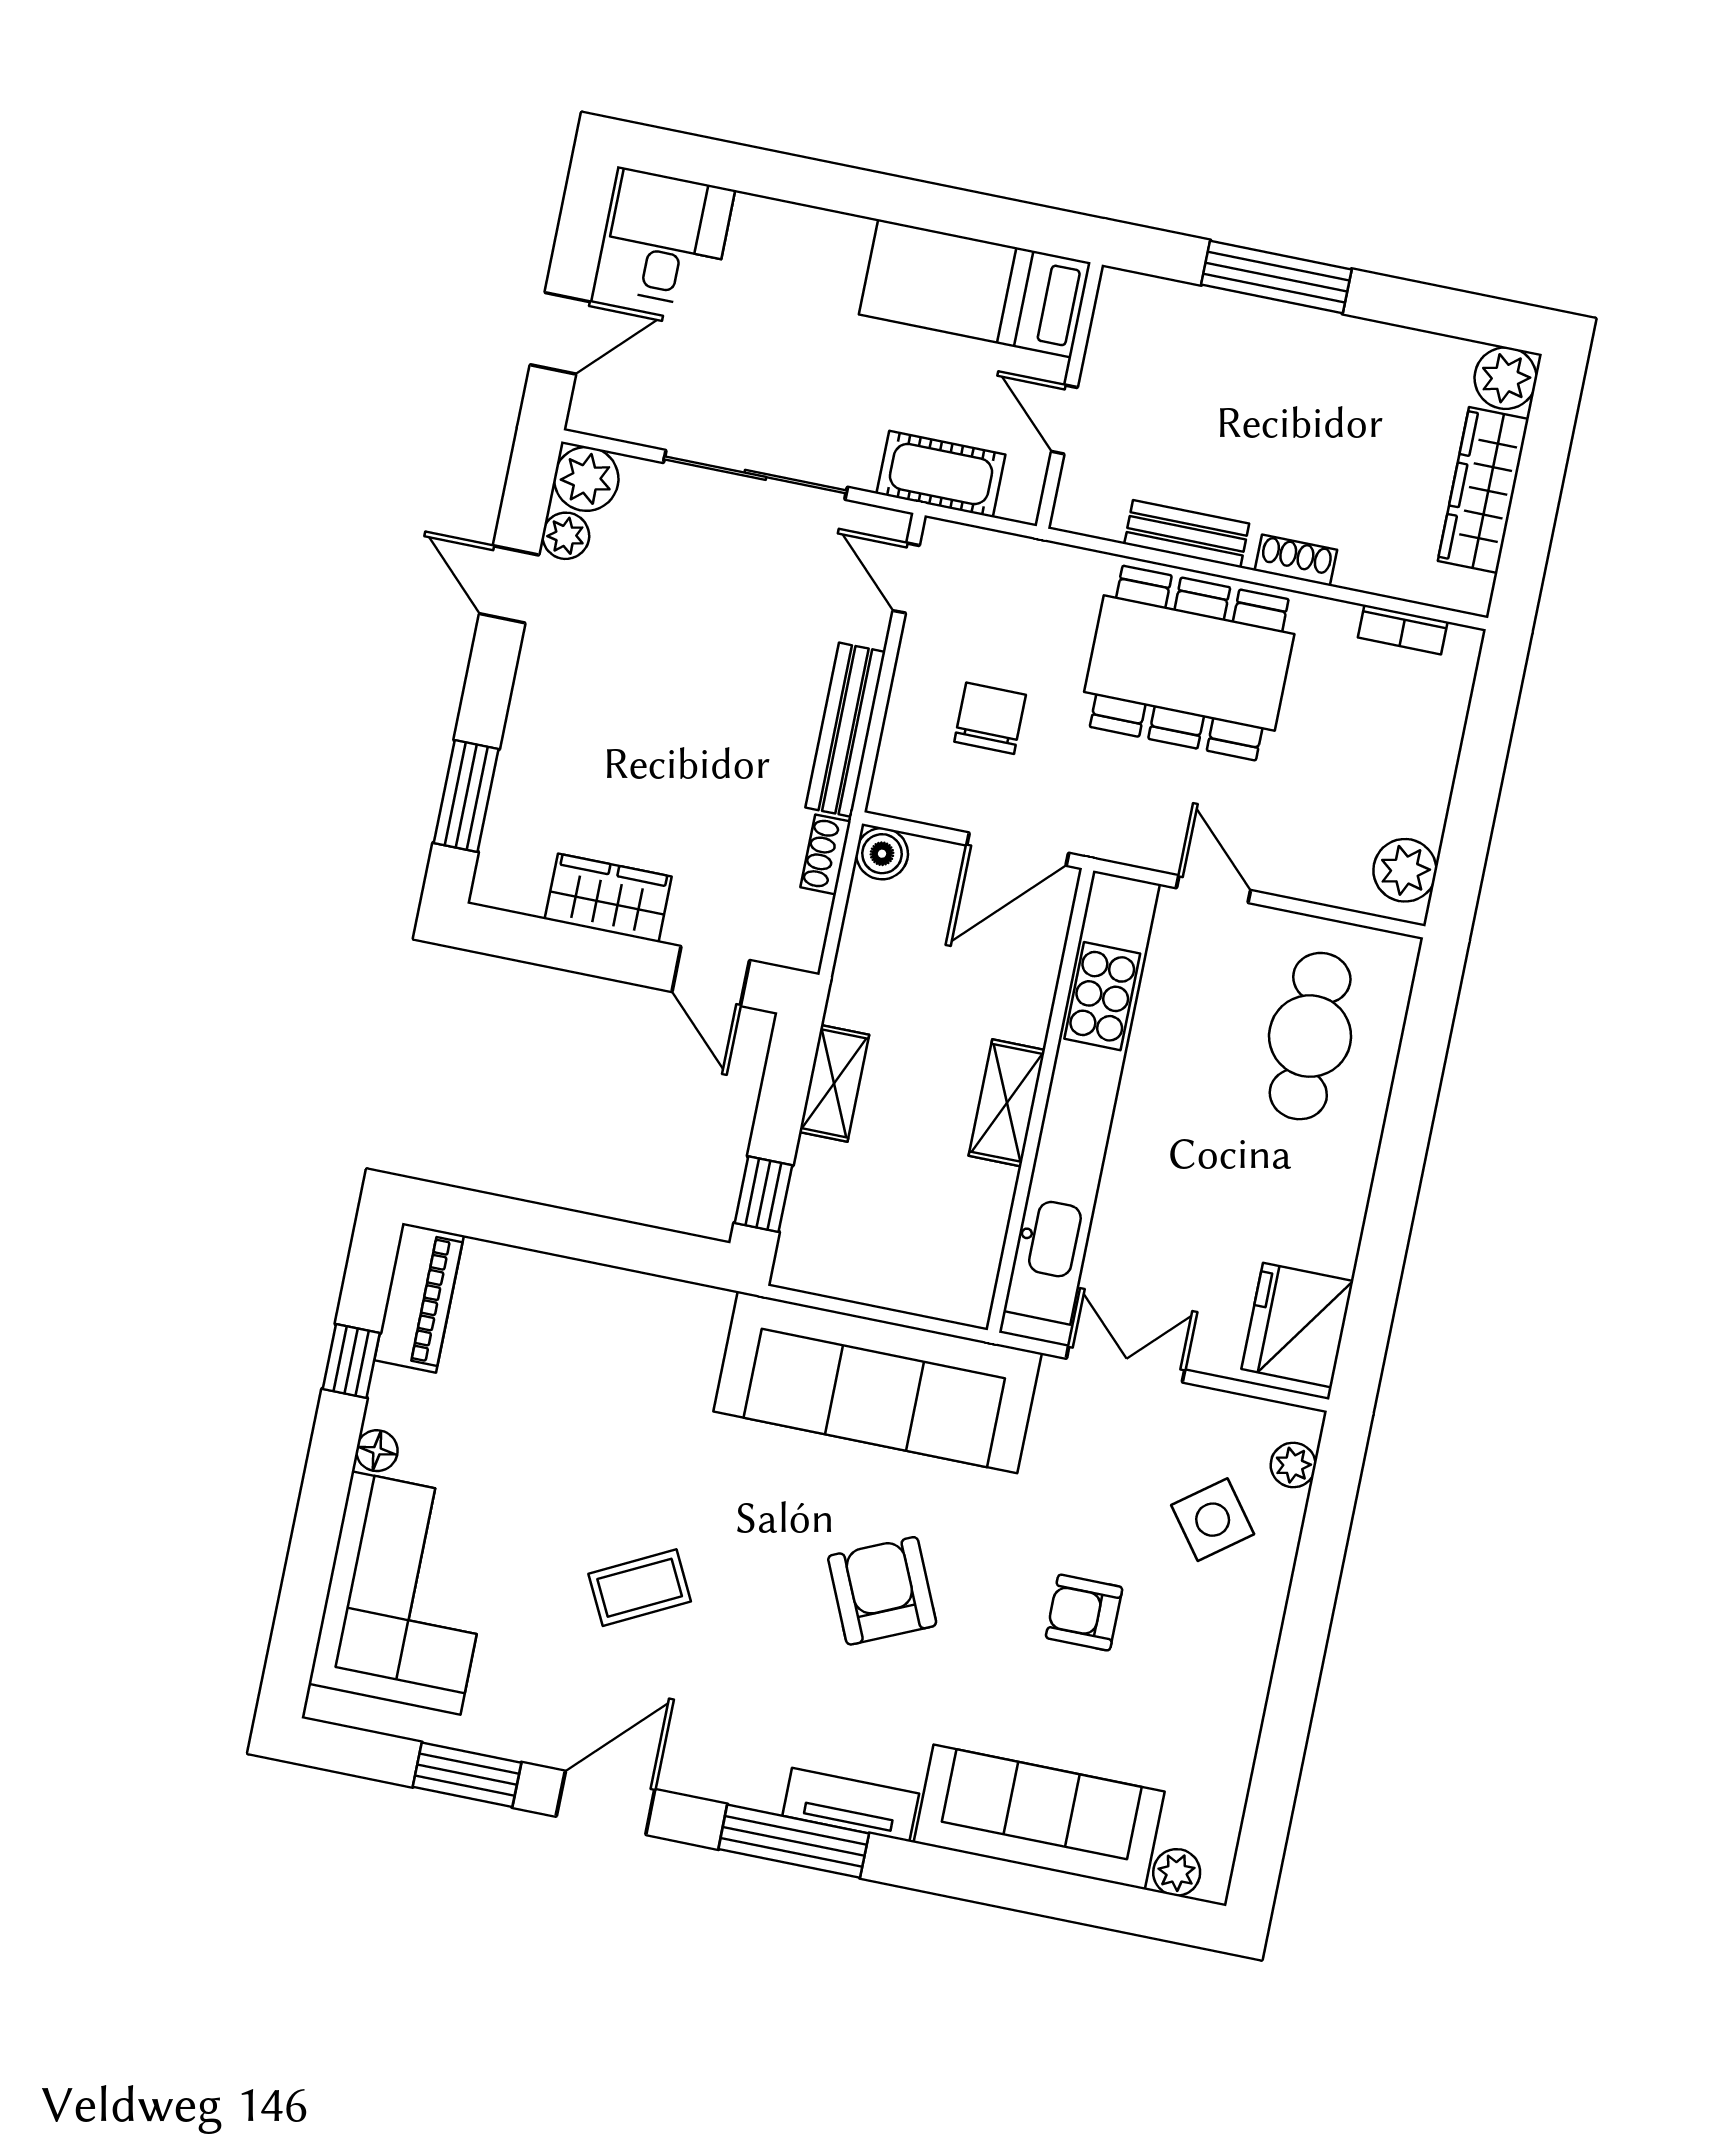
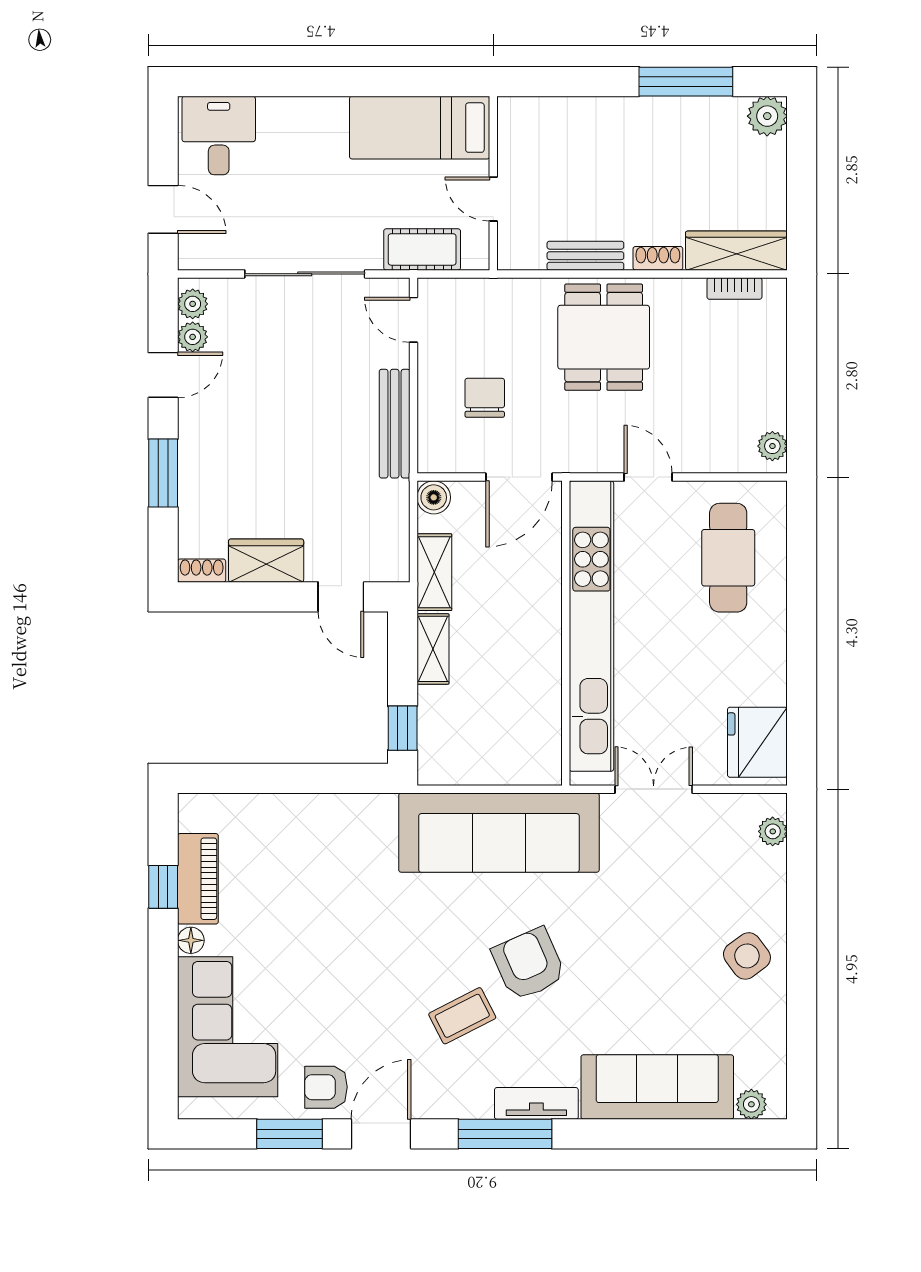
window: (1276, 277) -> (686, 82), moved
door: (560, 333) -> (163, 209), hinge flipped
plant: (586, 479) -> (193, 304), width x0.73, depth x0.73
wardrobe: (1483, 490) -> (736, 251), moved, turned 90
door: (509, 584) -> (163, 375), swing flipped
dining table: (1189, 663) -> (604, 337), width x0.73
window: (466, 796) -> (163, 473), moved
shoe rack: (826, 854) -> (202, 571), moved, turned 90
plant: (1405, 870) -> (772, 446), width x0.73, depth x0.73
shelving: (1007, 1103) -> (434, 572), moved
piano: (419, 1298) -> (198, 879), moved
side table: (1213, 1520) -> (747, 956), moved
coffee table: (640, 1588) -> (462, 1016), moved
armchair: (1084, 1613) -> (326, 1087), moved

